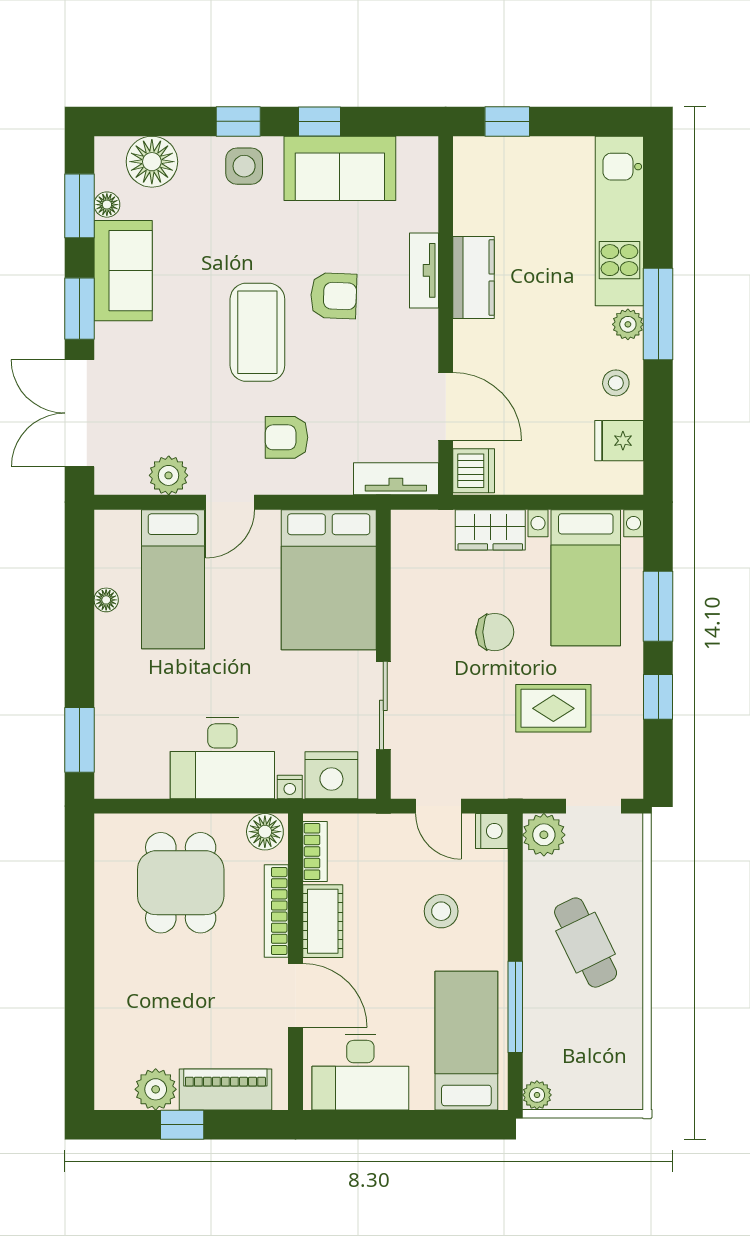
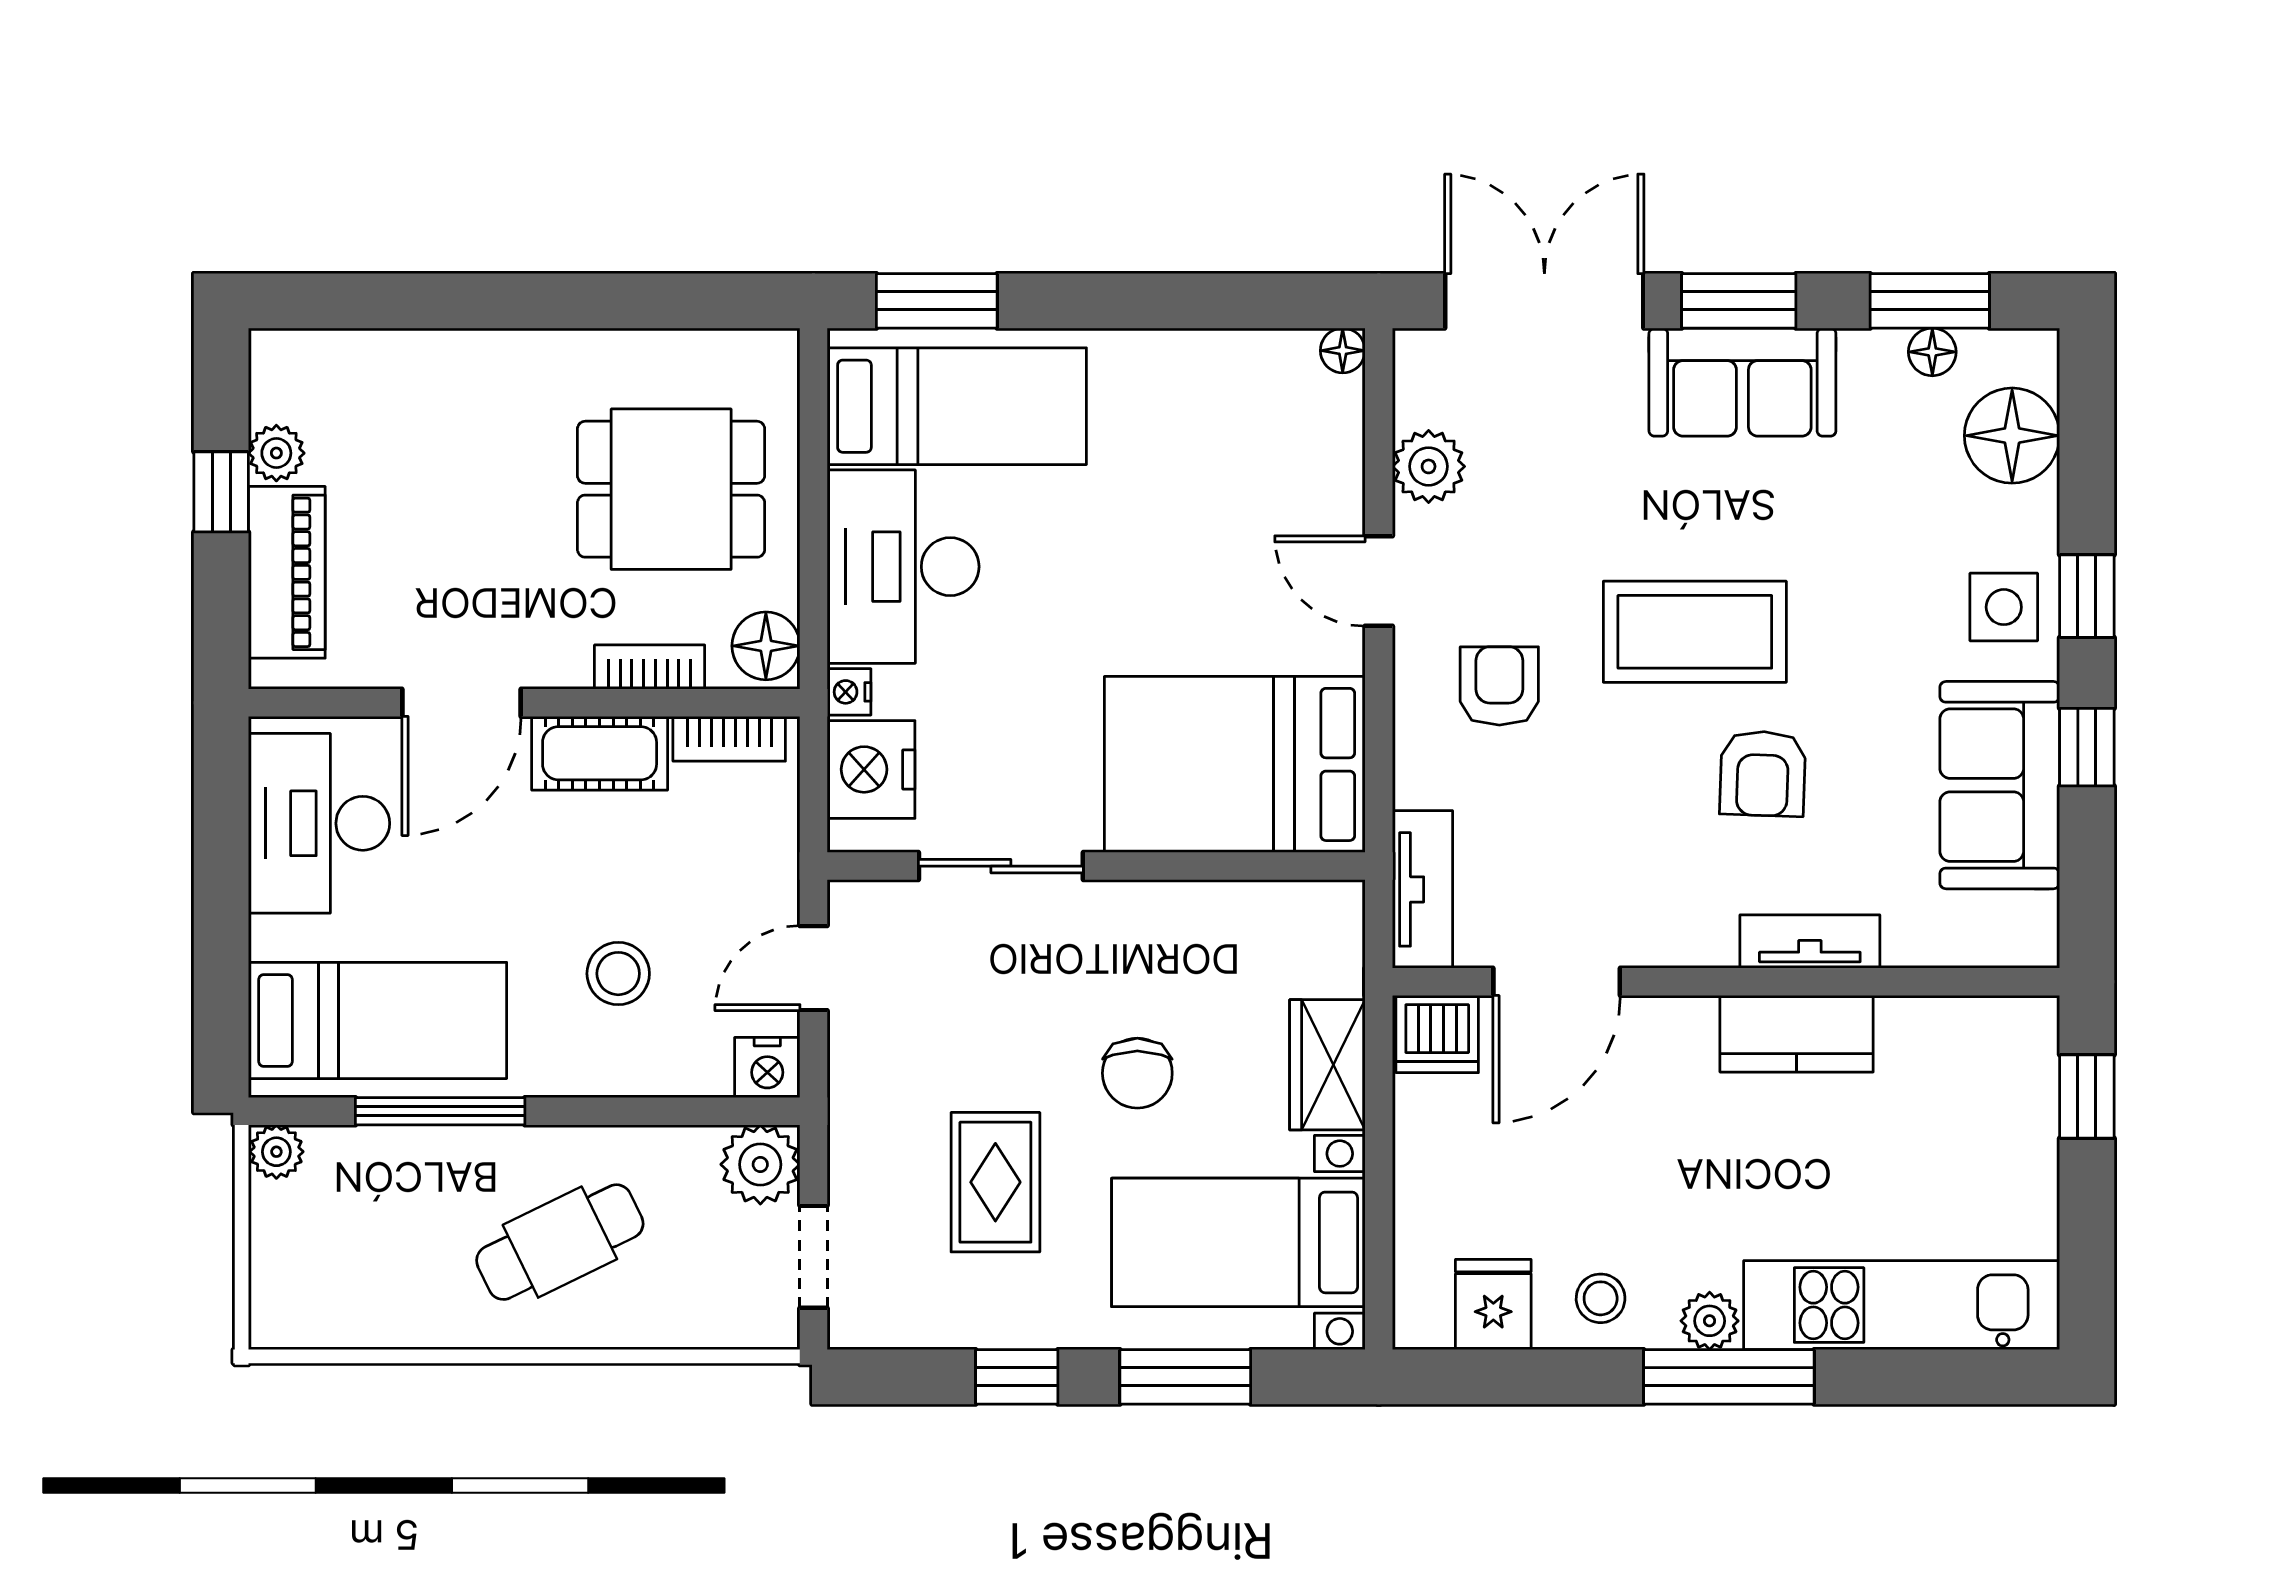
sofa: (123, 271) -> (1742, 382), moved
bed: (173, 579) -> (957, 406), moved, turned 180
floor lamp: (106, 600) -> (1343, 351), moved
bookcase: (276, 911) -> (650, 667), width x0.64
plant: (156, 1089) -> (276, 453), width x0.73, depth x0.73

